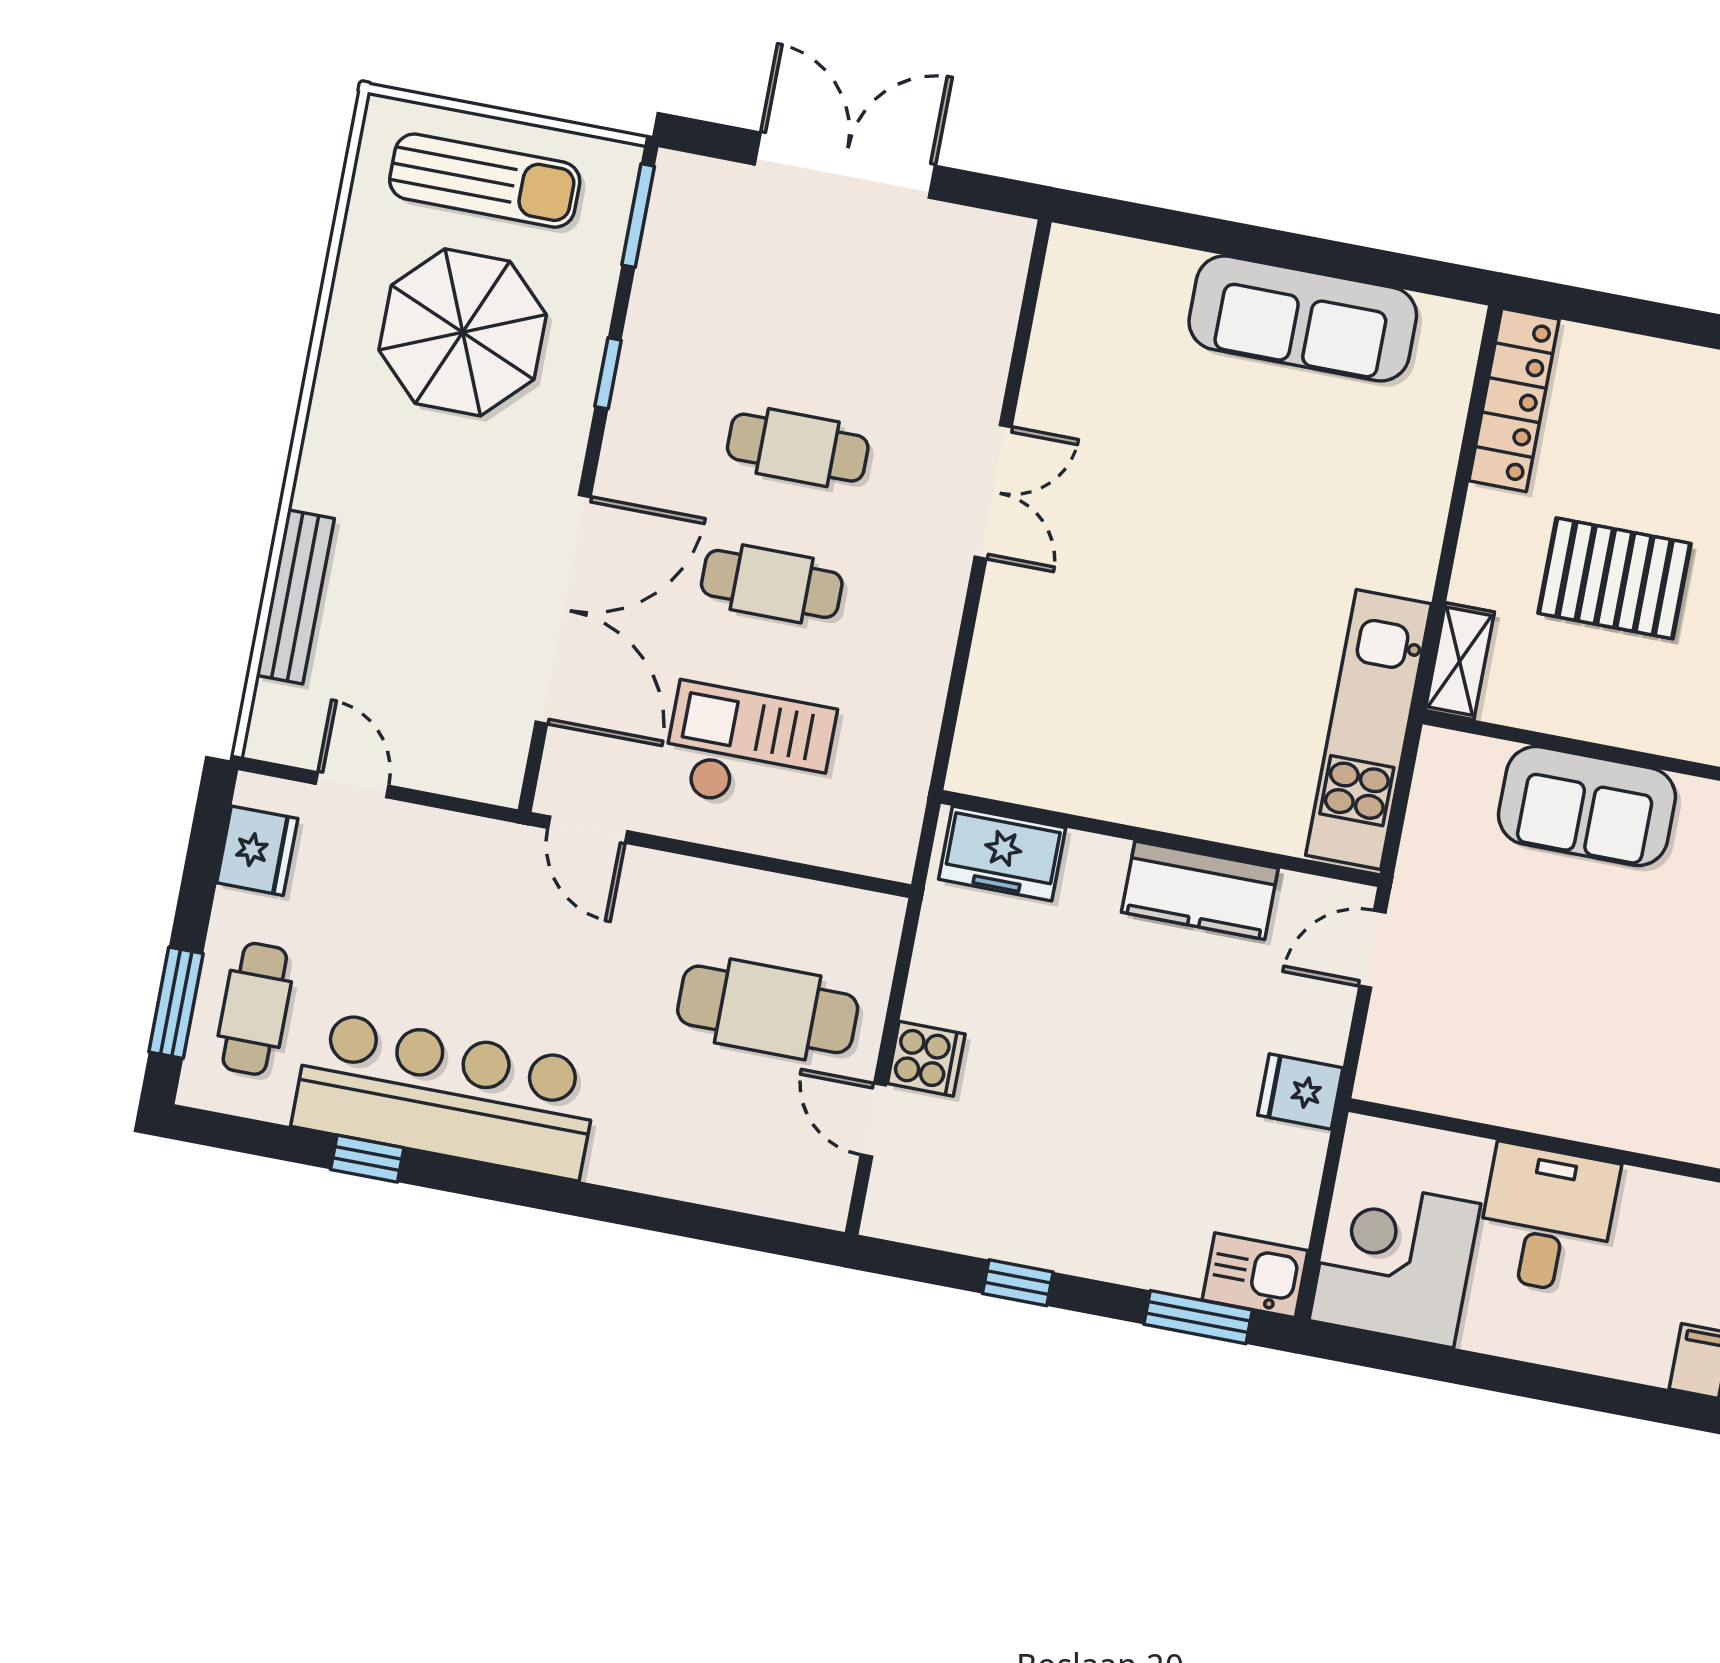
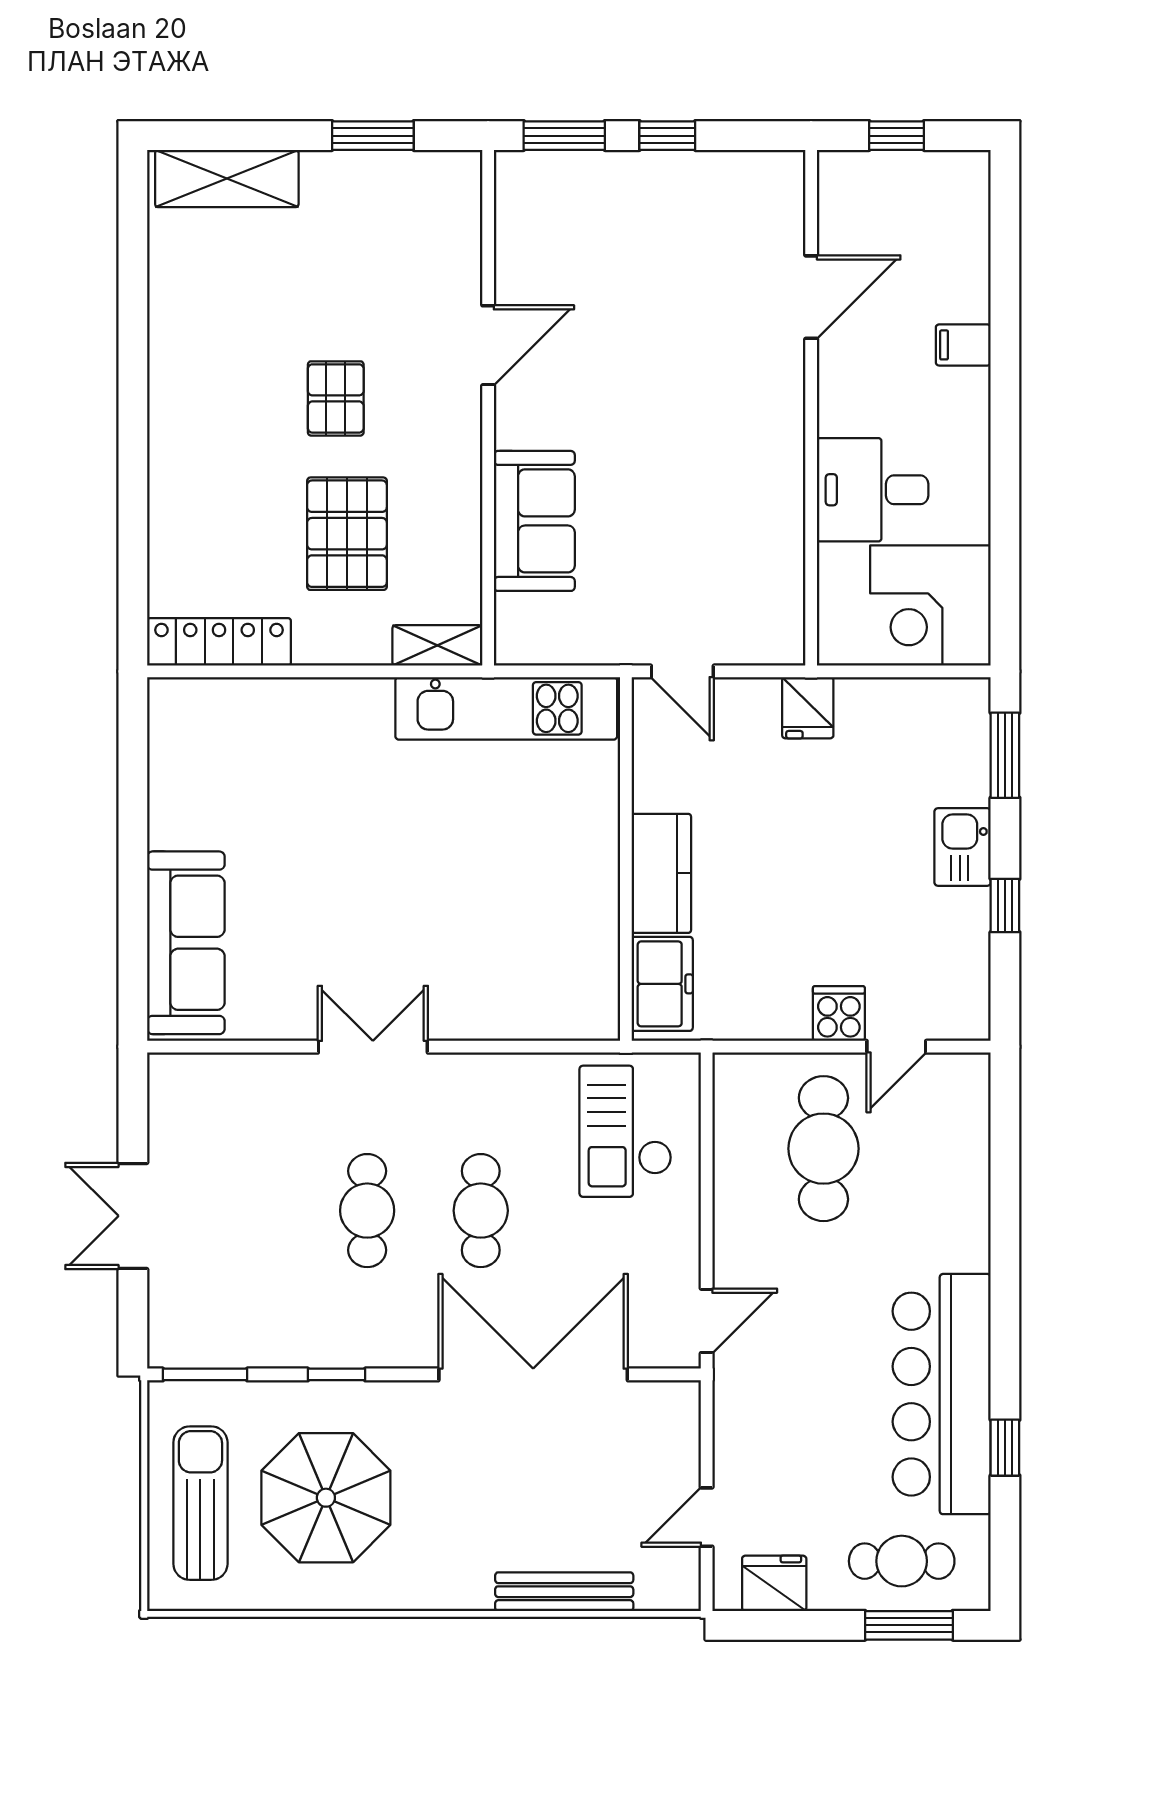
double door: (845, 165) -> (133, 1216), width x0.73
sofa: (1303, 318) -> (186, 943), moved
checkout: (749, 750) -> (626, 1131), moved
kitchen counter: (1200, 890) -> (661, 873), moved
kitchen sink: (1255, 1275) -> (963, 847), moved

